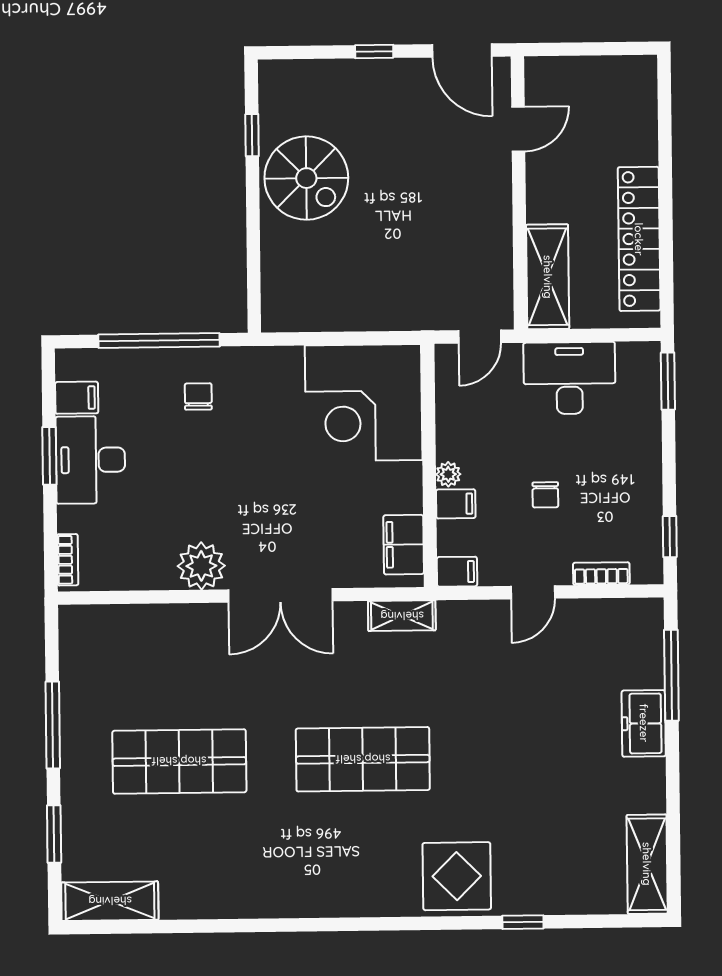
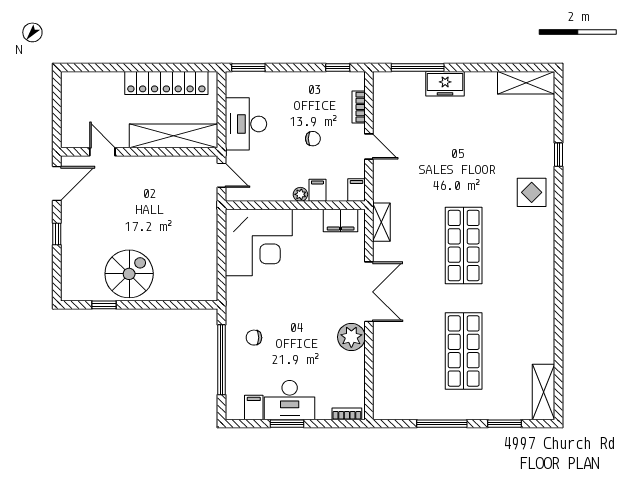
shelving: (548, 277) -> (173, 136), width x1.47
display table: (457, 876) -> (532, 192), width x0.73, depth x0.73

